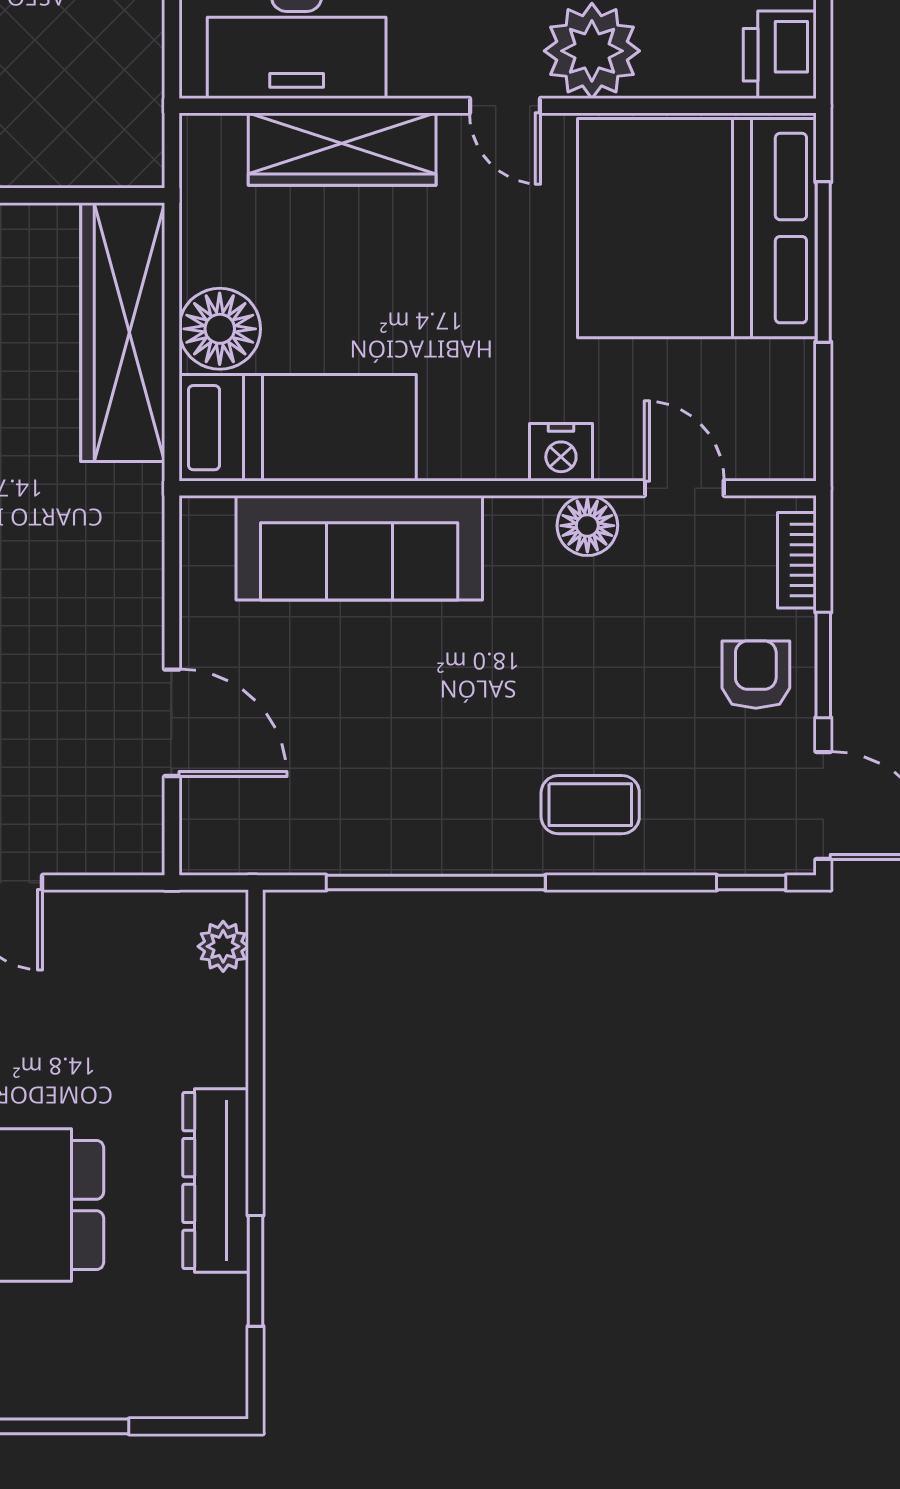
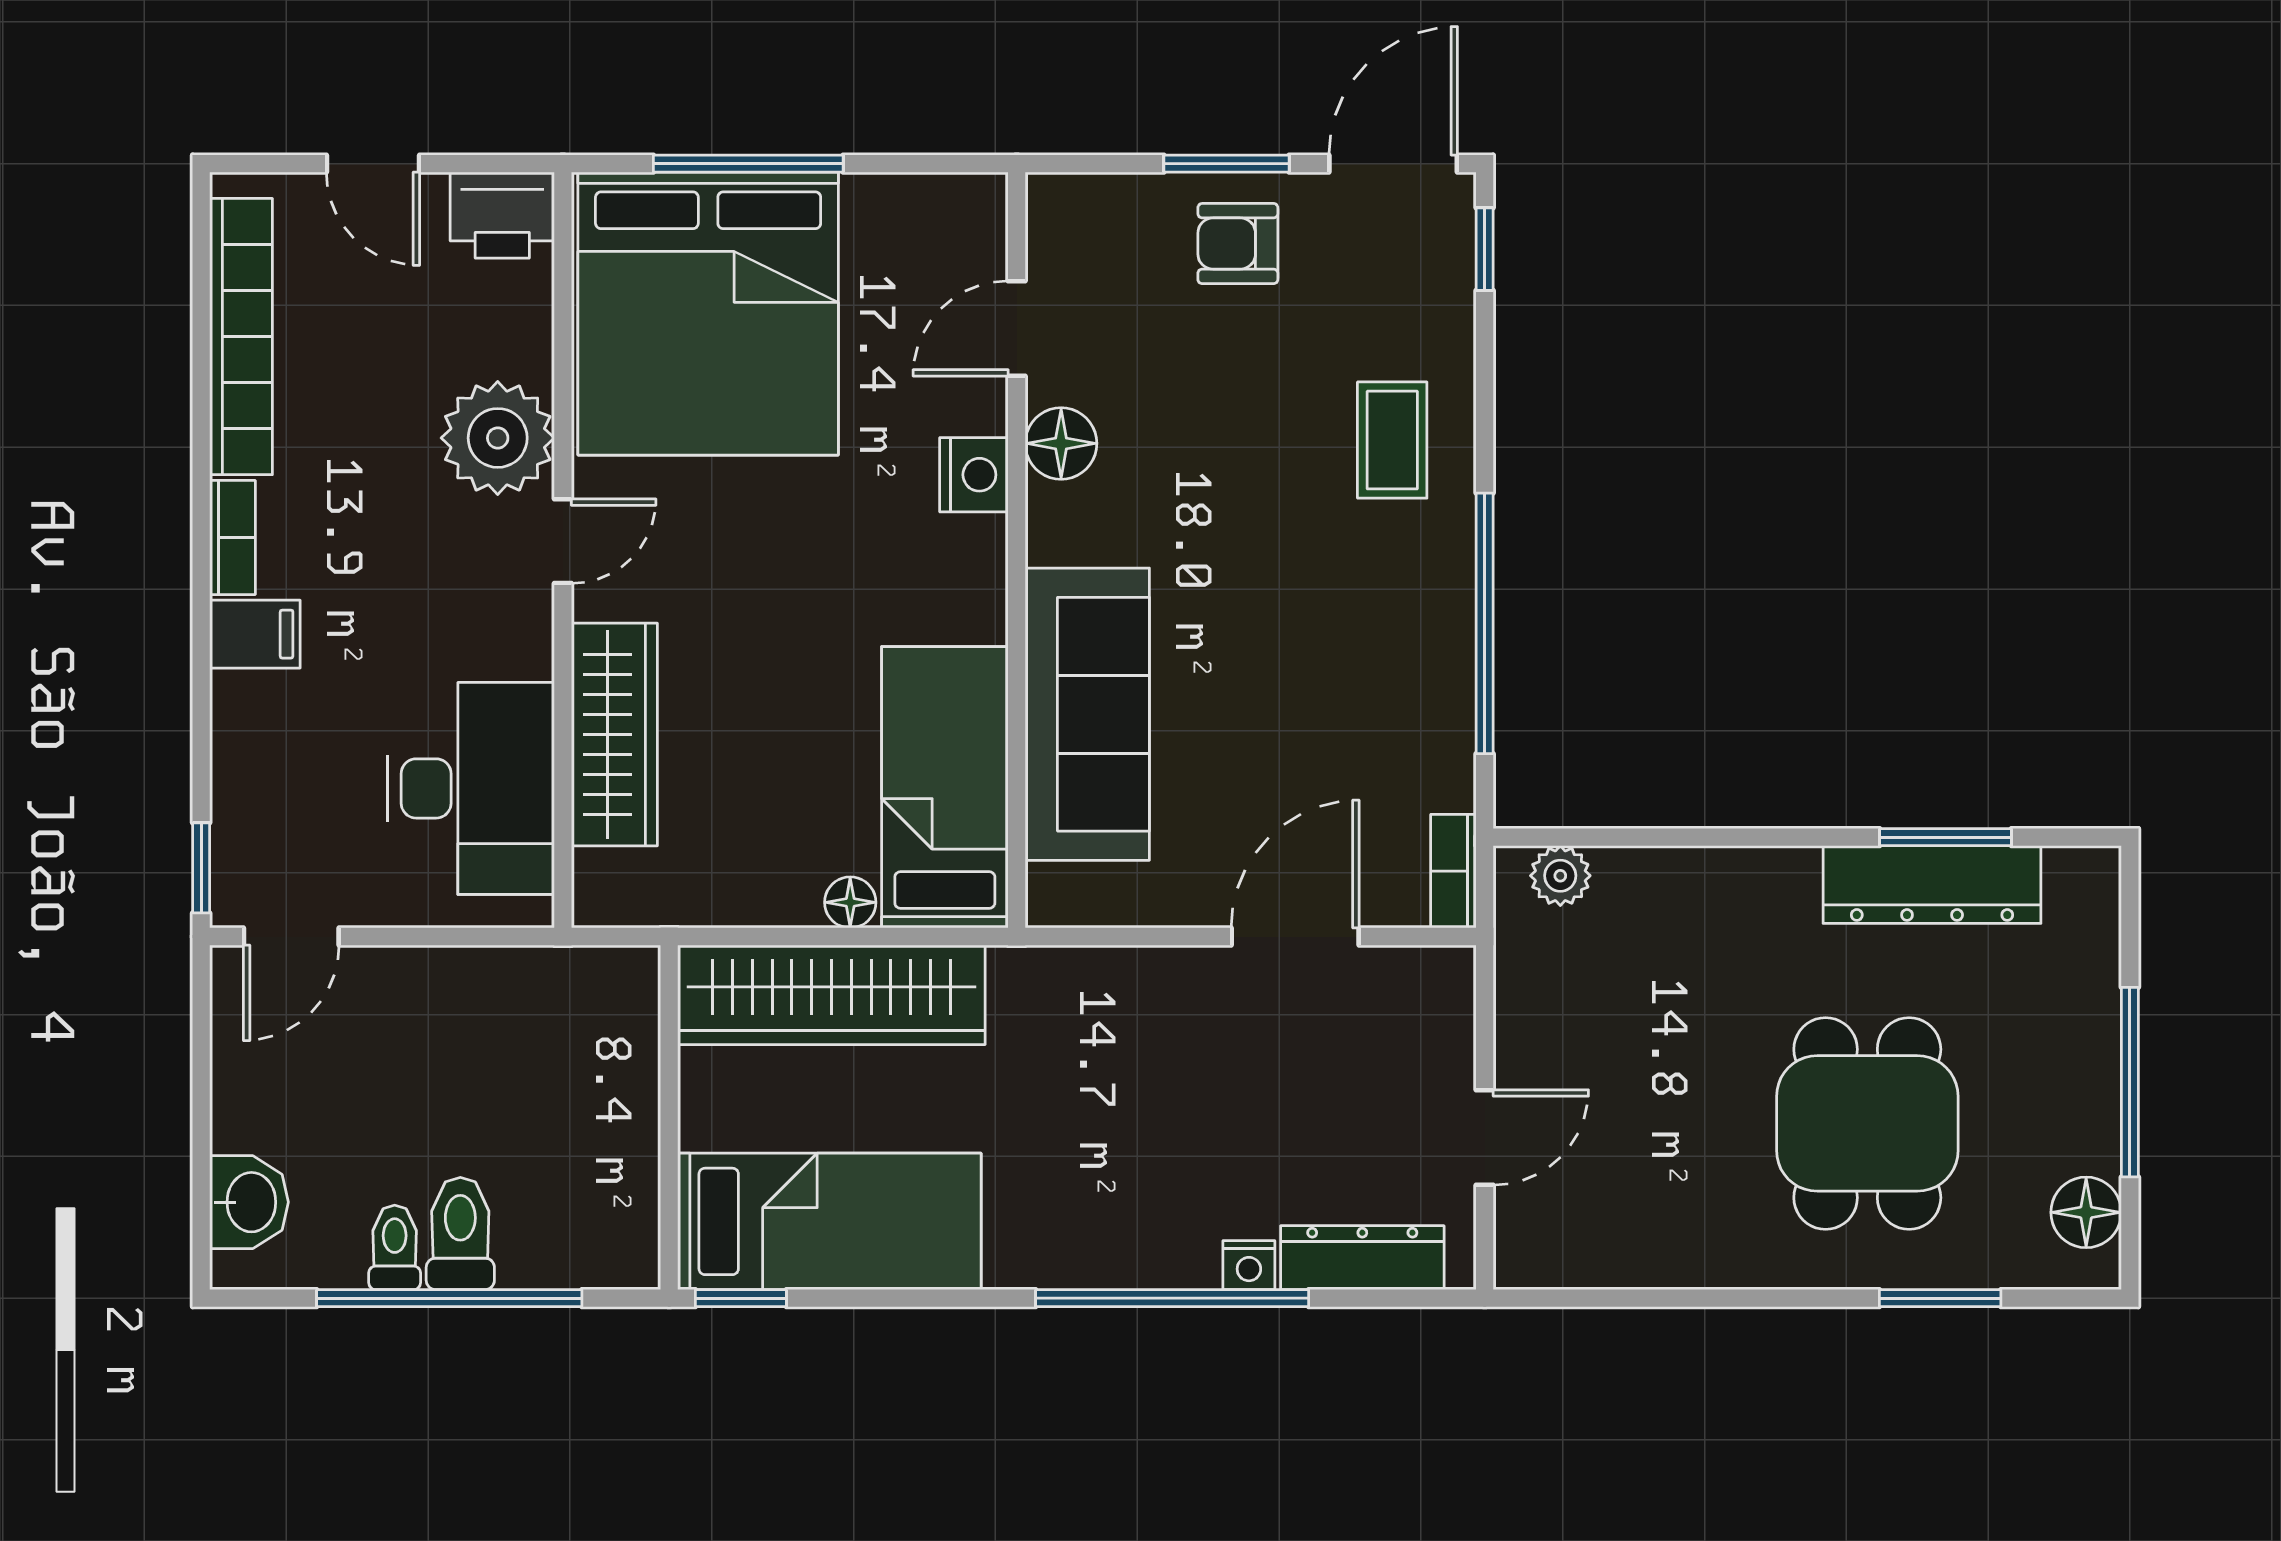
floor lamp: (220, 329) -> (850, 902), width x0.53, depth x0.53
bookcase: (797, 560) -> (1453, 871), moved, turned 90
dresser: (216, 1180) -> (1932, 885), moved

